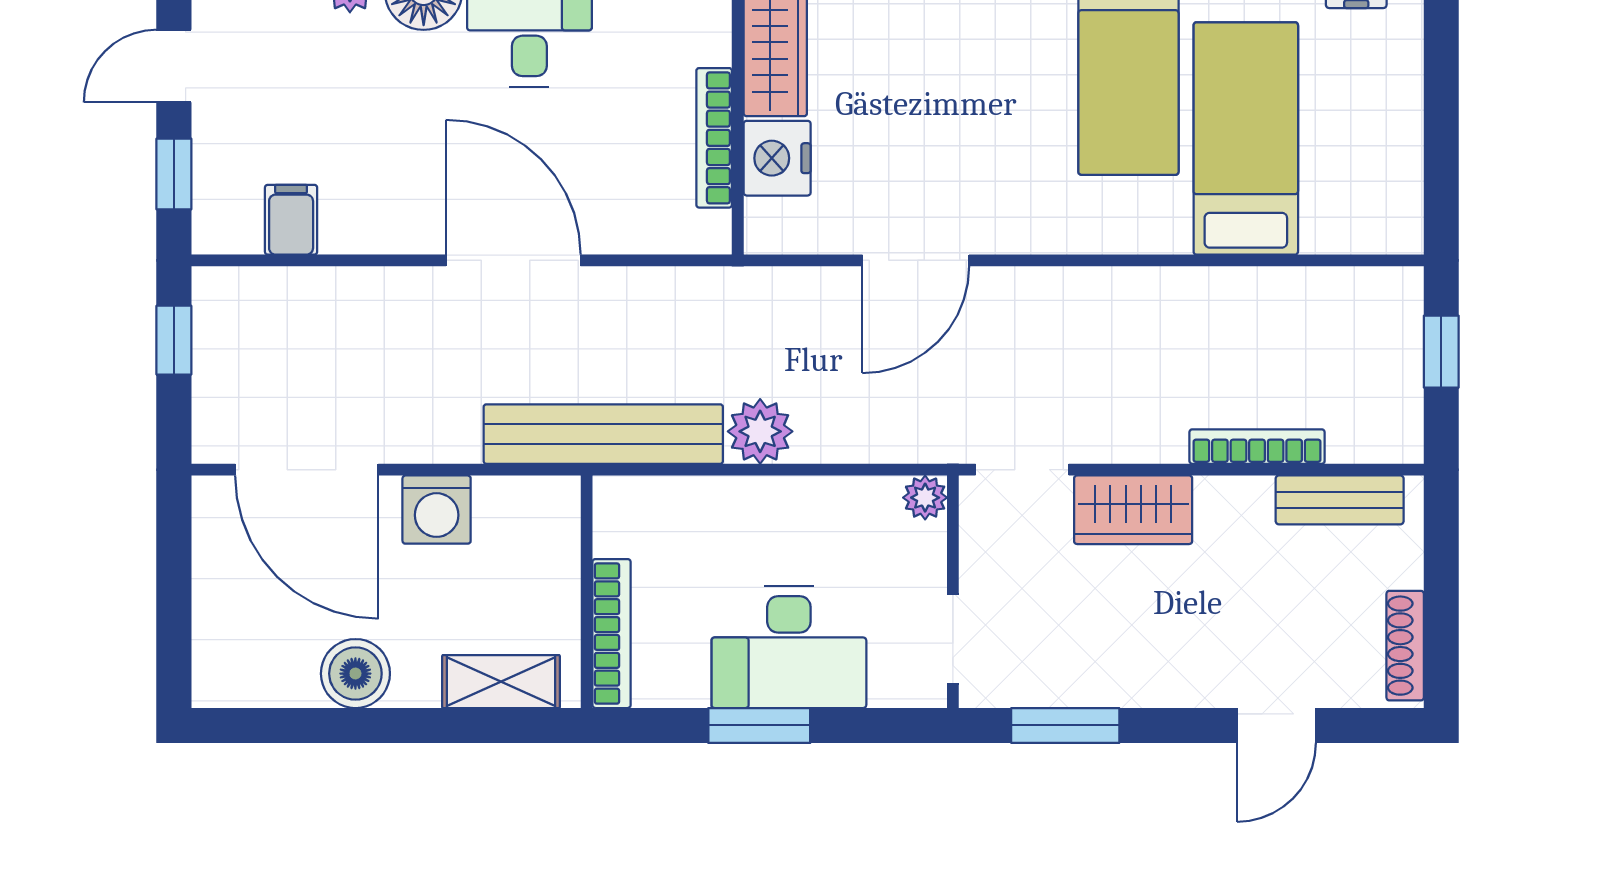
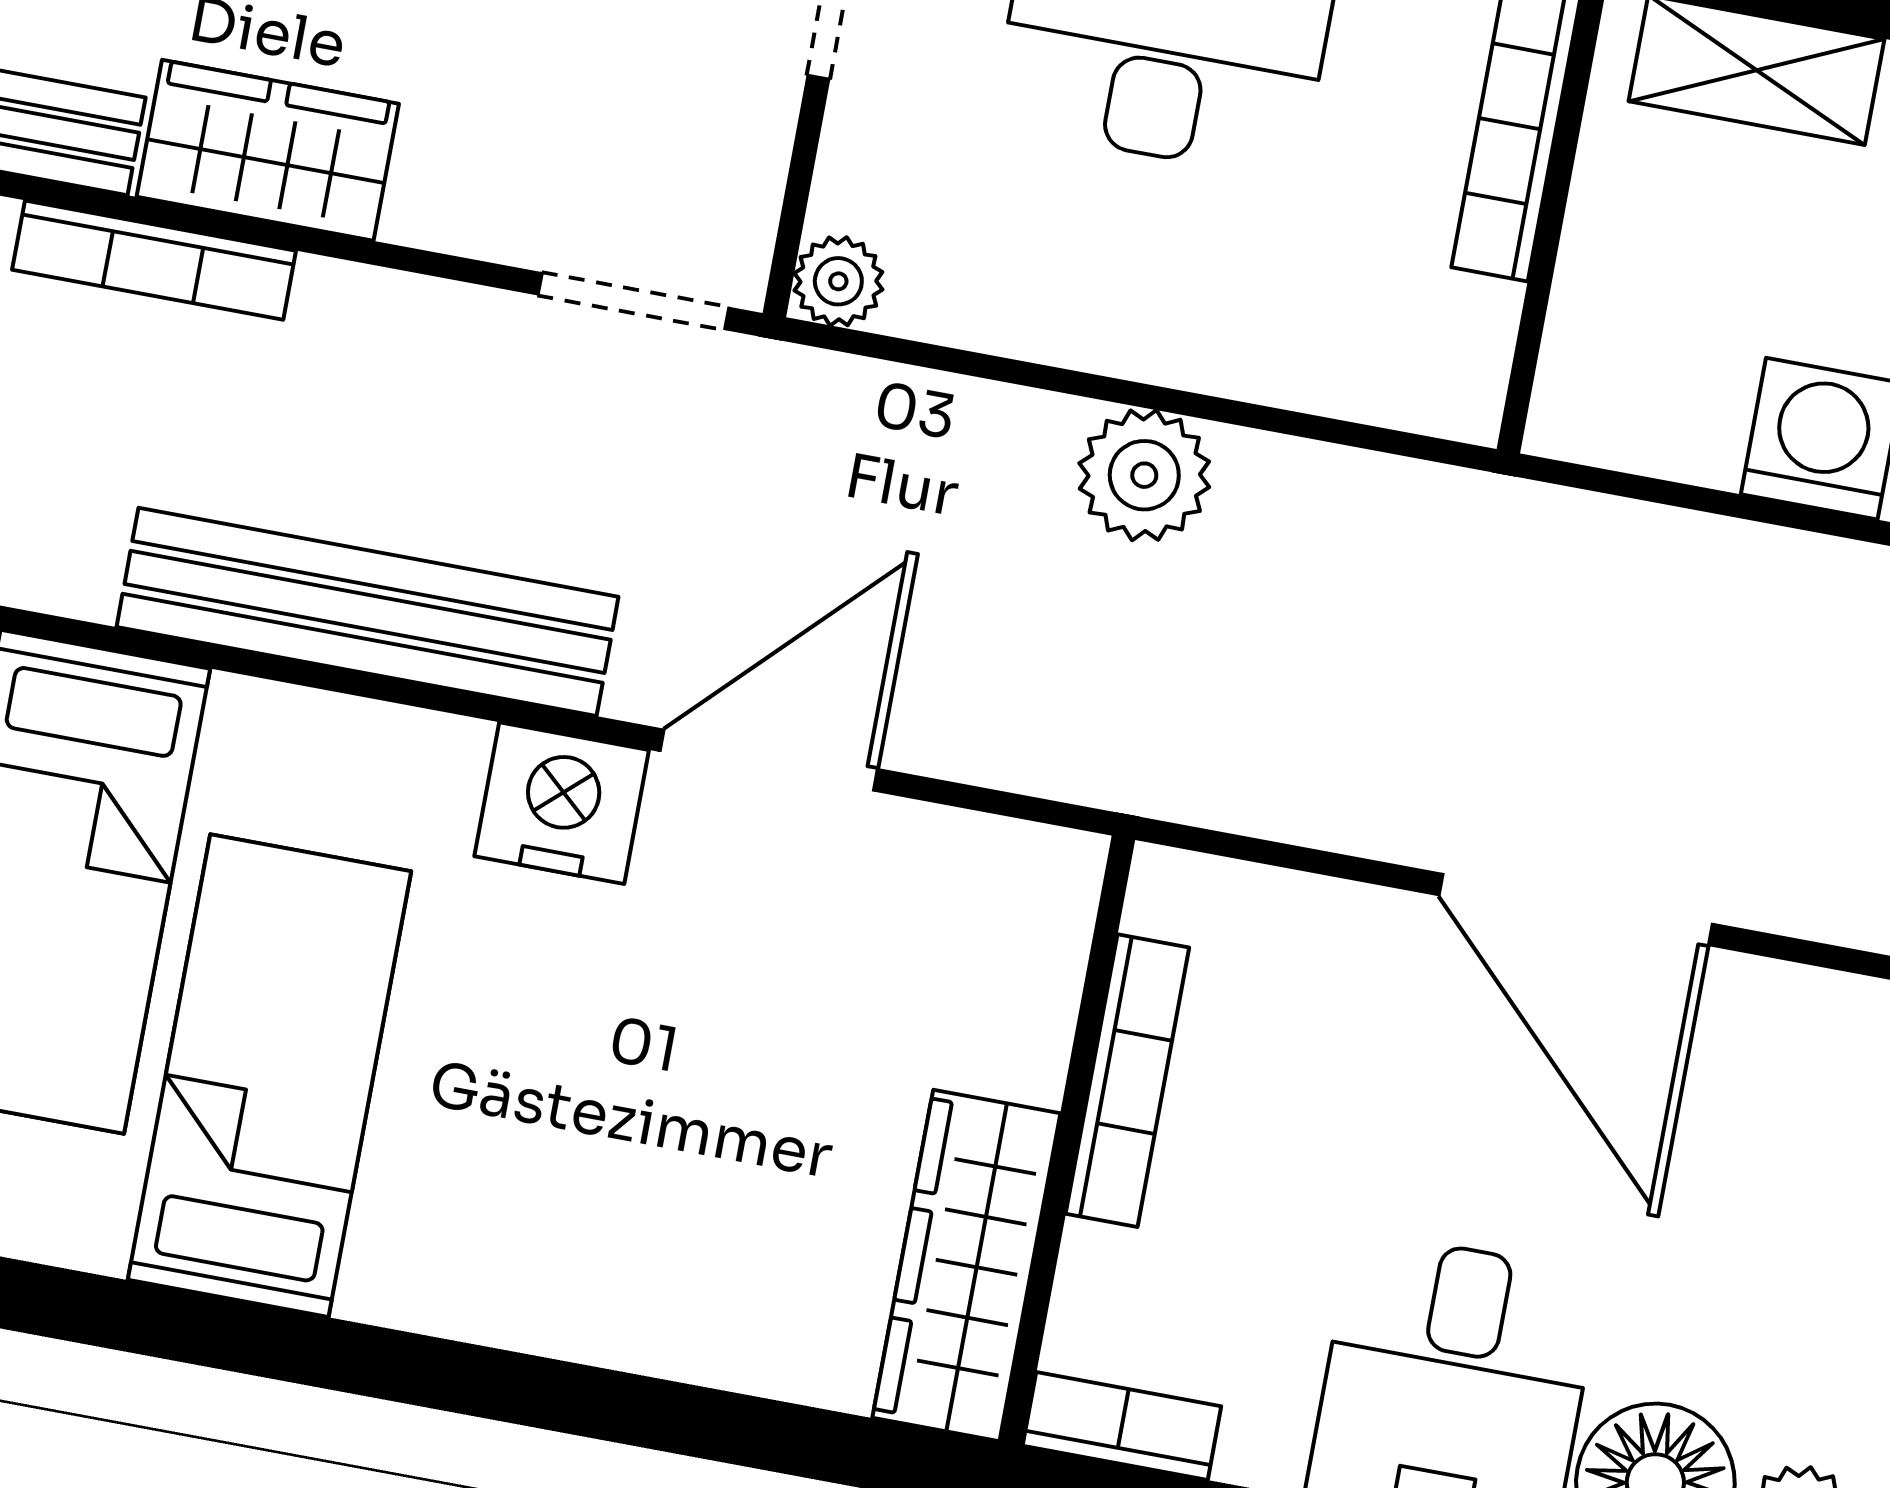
nightstand: (777, 158) -> (562, 803), moved, turned -90
bench: (603, 434) -> (368, 612), moved
wardrobe: (1133, 510) -> (268, 150), moved

